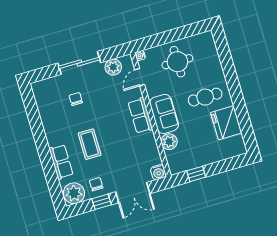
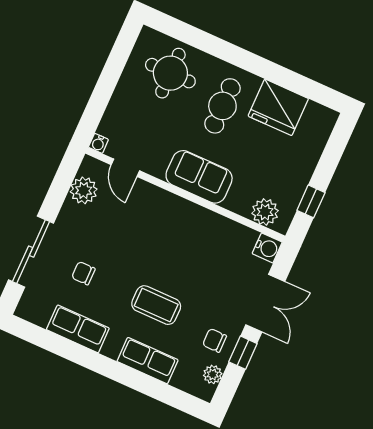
round table: (177, 62) -> (170, 73), moved
sliding door: (79, 63) -> (31, 252), moved
row of seats: (140, 116) -> (78, 329), moved, turned 180
plant: (169, 142) -> (265, 212), moved
plant: (74, 193) -> (213, 374), width x0.53, depth x0.53

